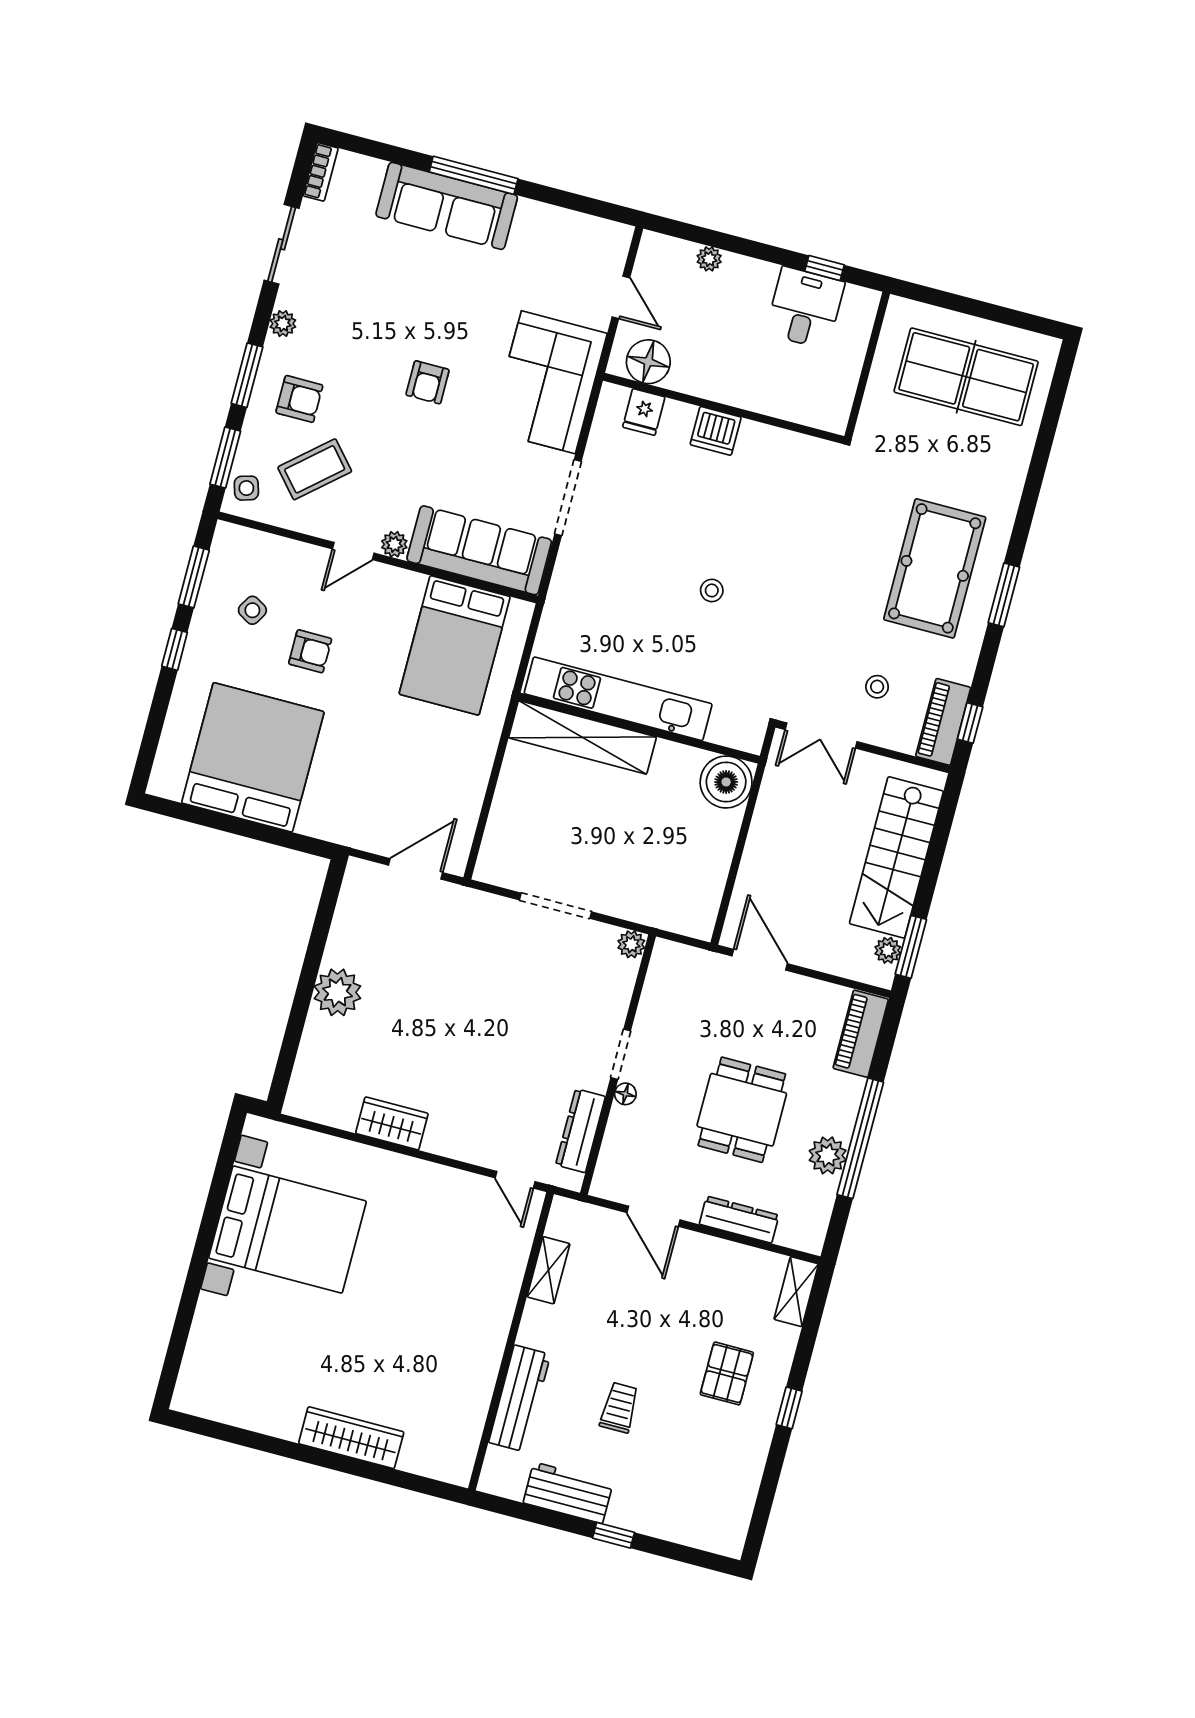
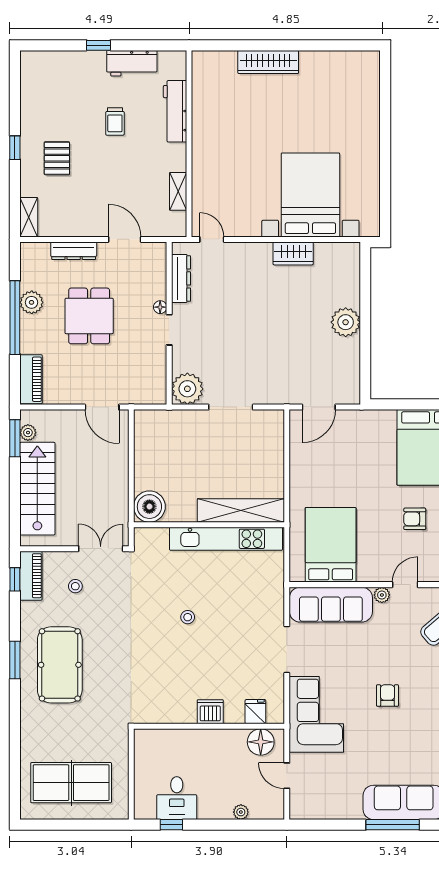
plant: (631, 944) -> (187, 389), width x1.88, depth x1.88
bed with nightstands: (288, 1230) -> (310, 195), moved, turned 90

